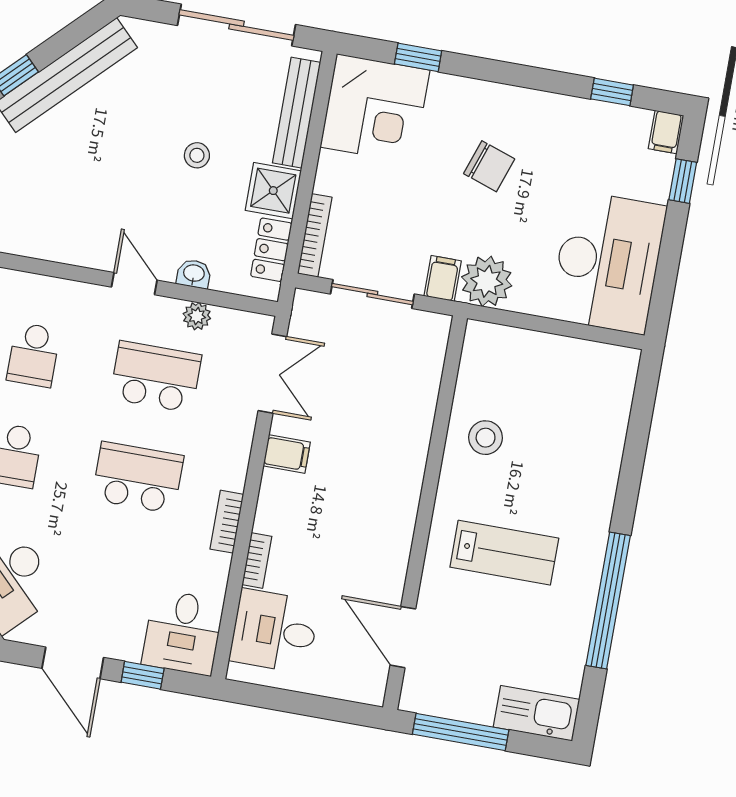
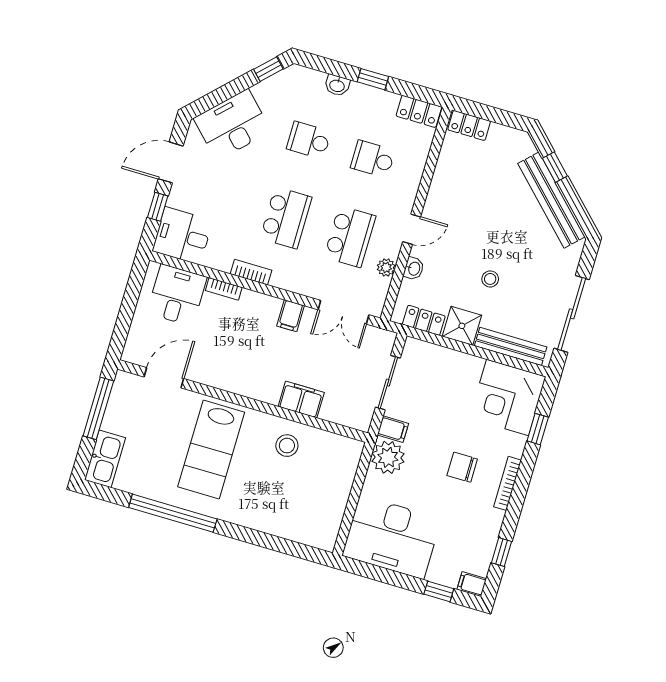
chair: (489, 166) -> (462, 467), turned 71
bookcase: (315, 235) -> (508, 483), moved, turned 90
filing cabinet: (413, 424) -> (301, 400), added
lab bench: (504, 553) -> (211, 449), width x1.36, depth x1.39

